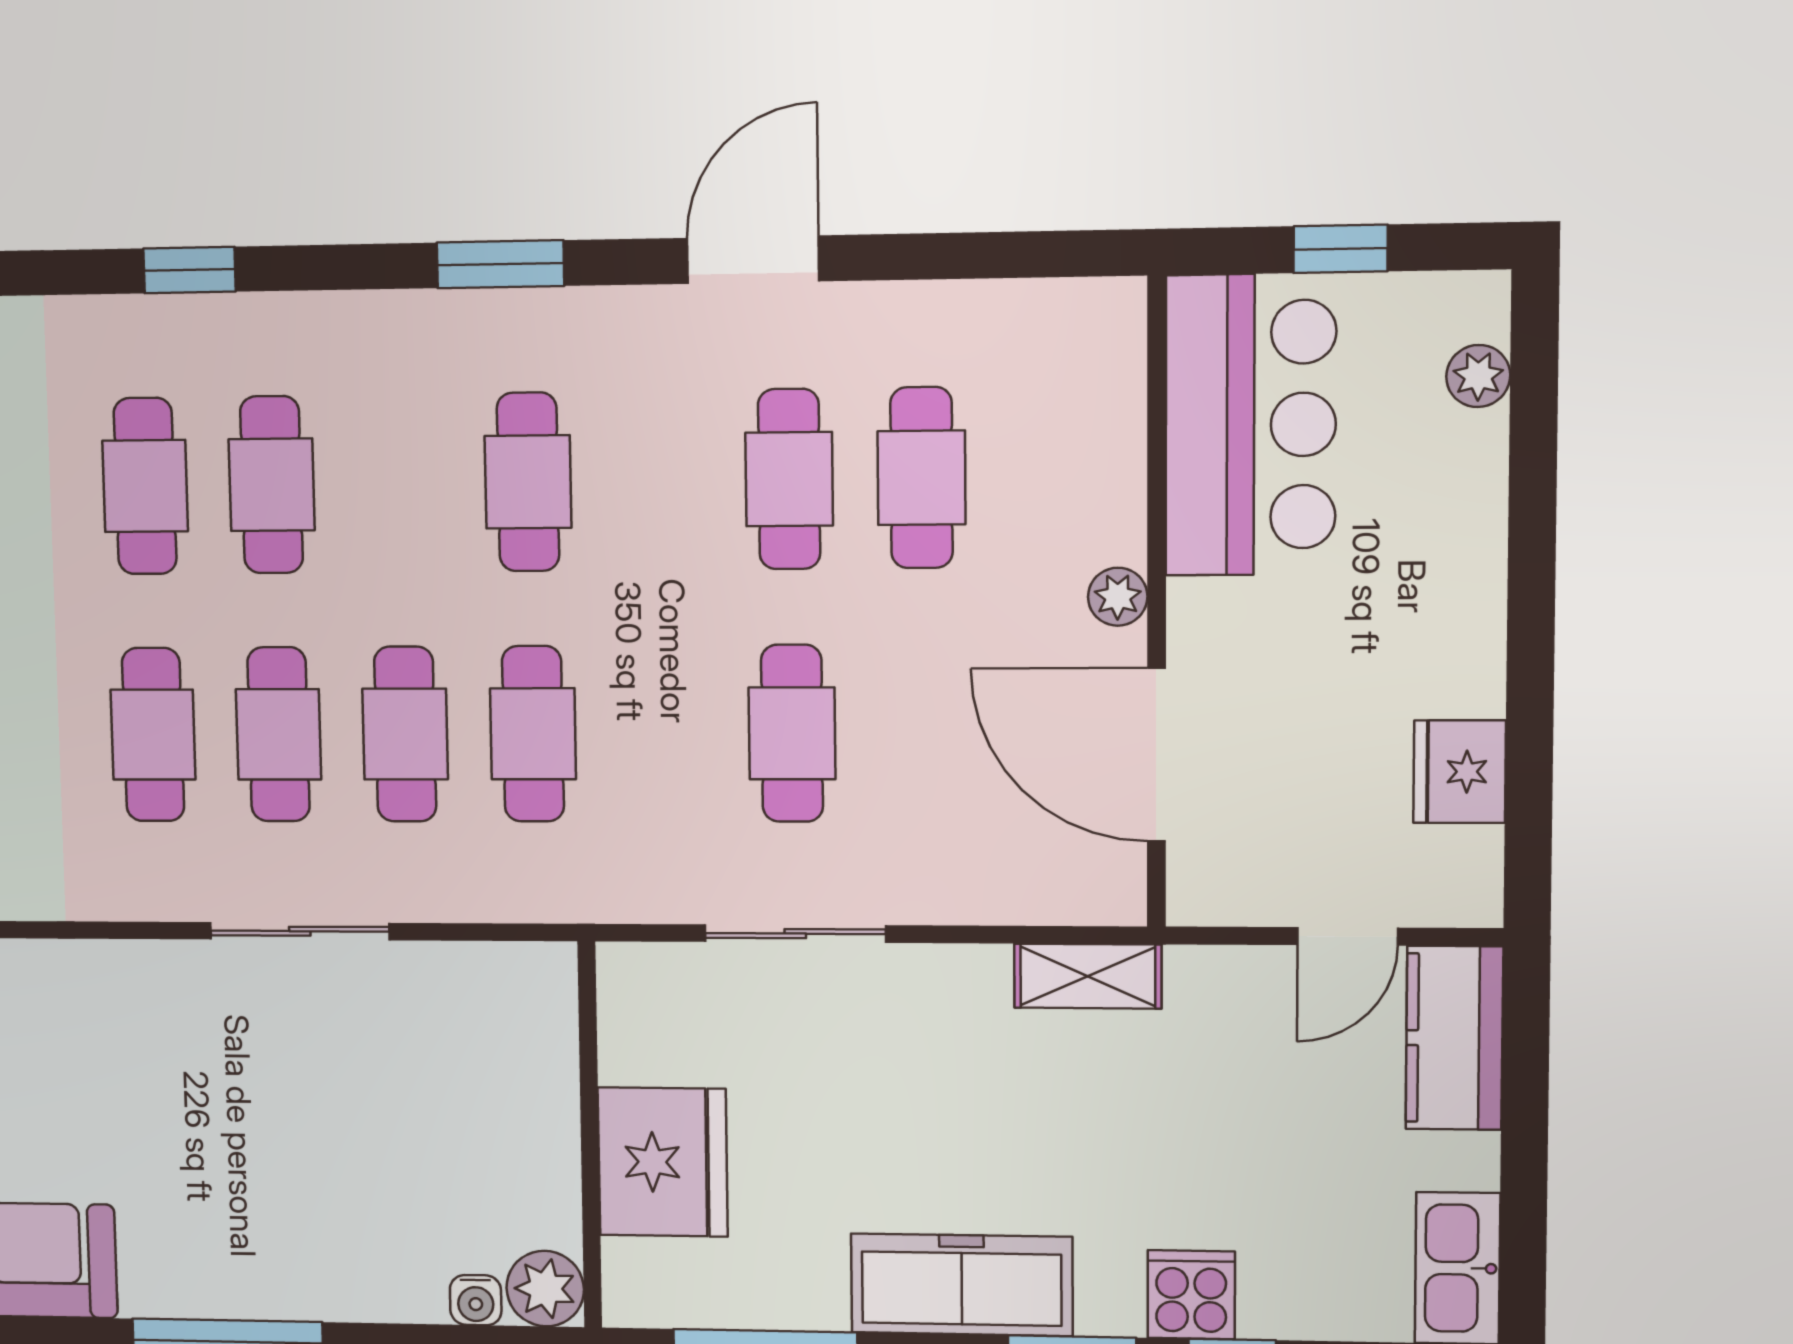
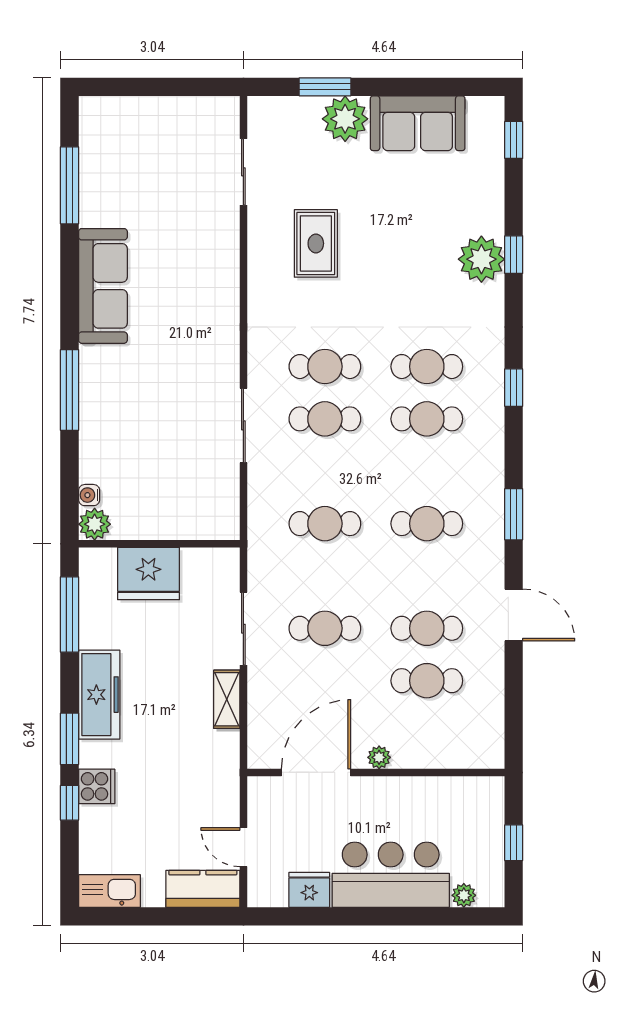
bar counter: (1251, 425) -> (391, 875), moved, turned 180
cafe table: (405, 734) -> (325, 471), removed
shelving: (1088, 976) -> (227, 699), moved

